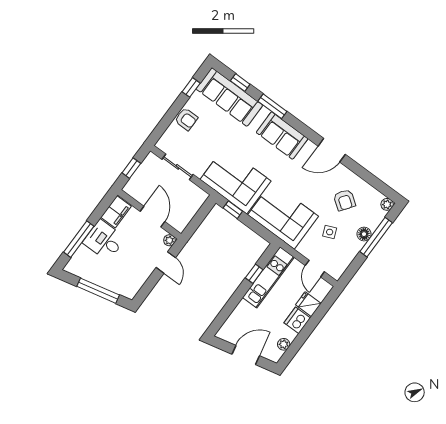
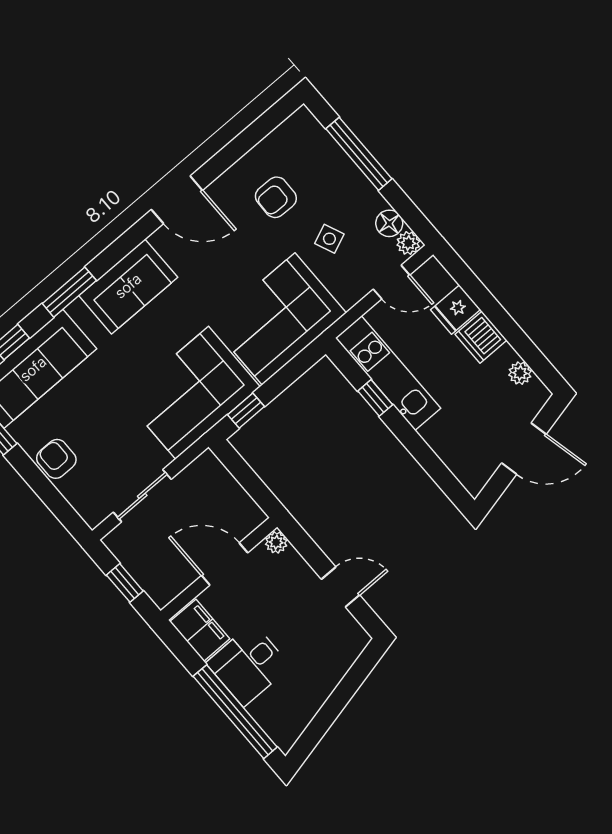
armchair: (186, 119) -> (56, 459), turned -90
door: (332, 150) -> (177, 200), hinge flipped
armchair: (344, 200) -> (276, 197), turned 145
plant: (387, 204) -> (408, 243), moved
floor lamp: (364, 234) -> (389, 223), moved
window: (79, 239) -> (235, 712), width x1.46
door: (166, 262) -> (341, 587), moved
window: (98, 291) -> (340, 698), removed
door: (246, 355) -> (524, 449), swing flipped

